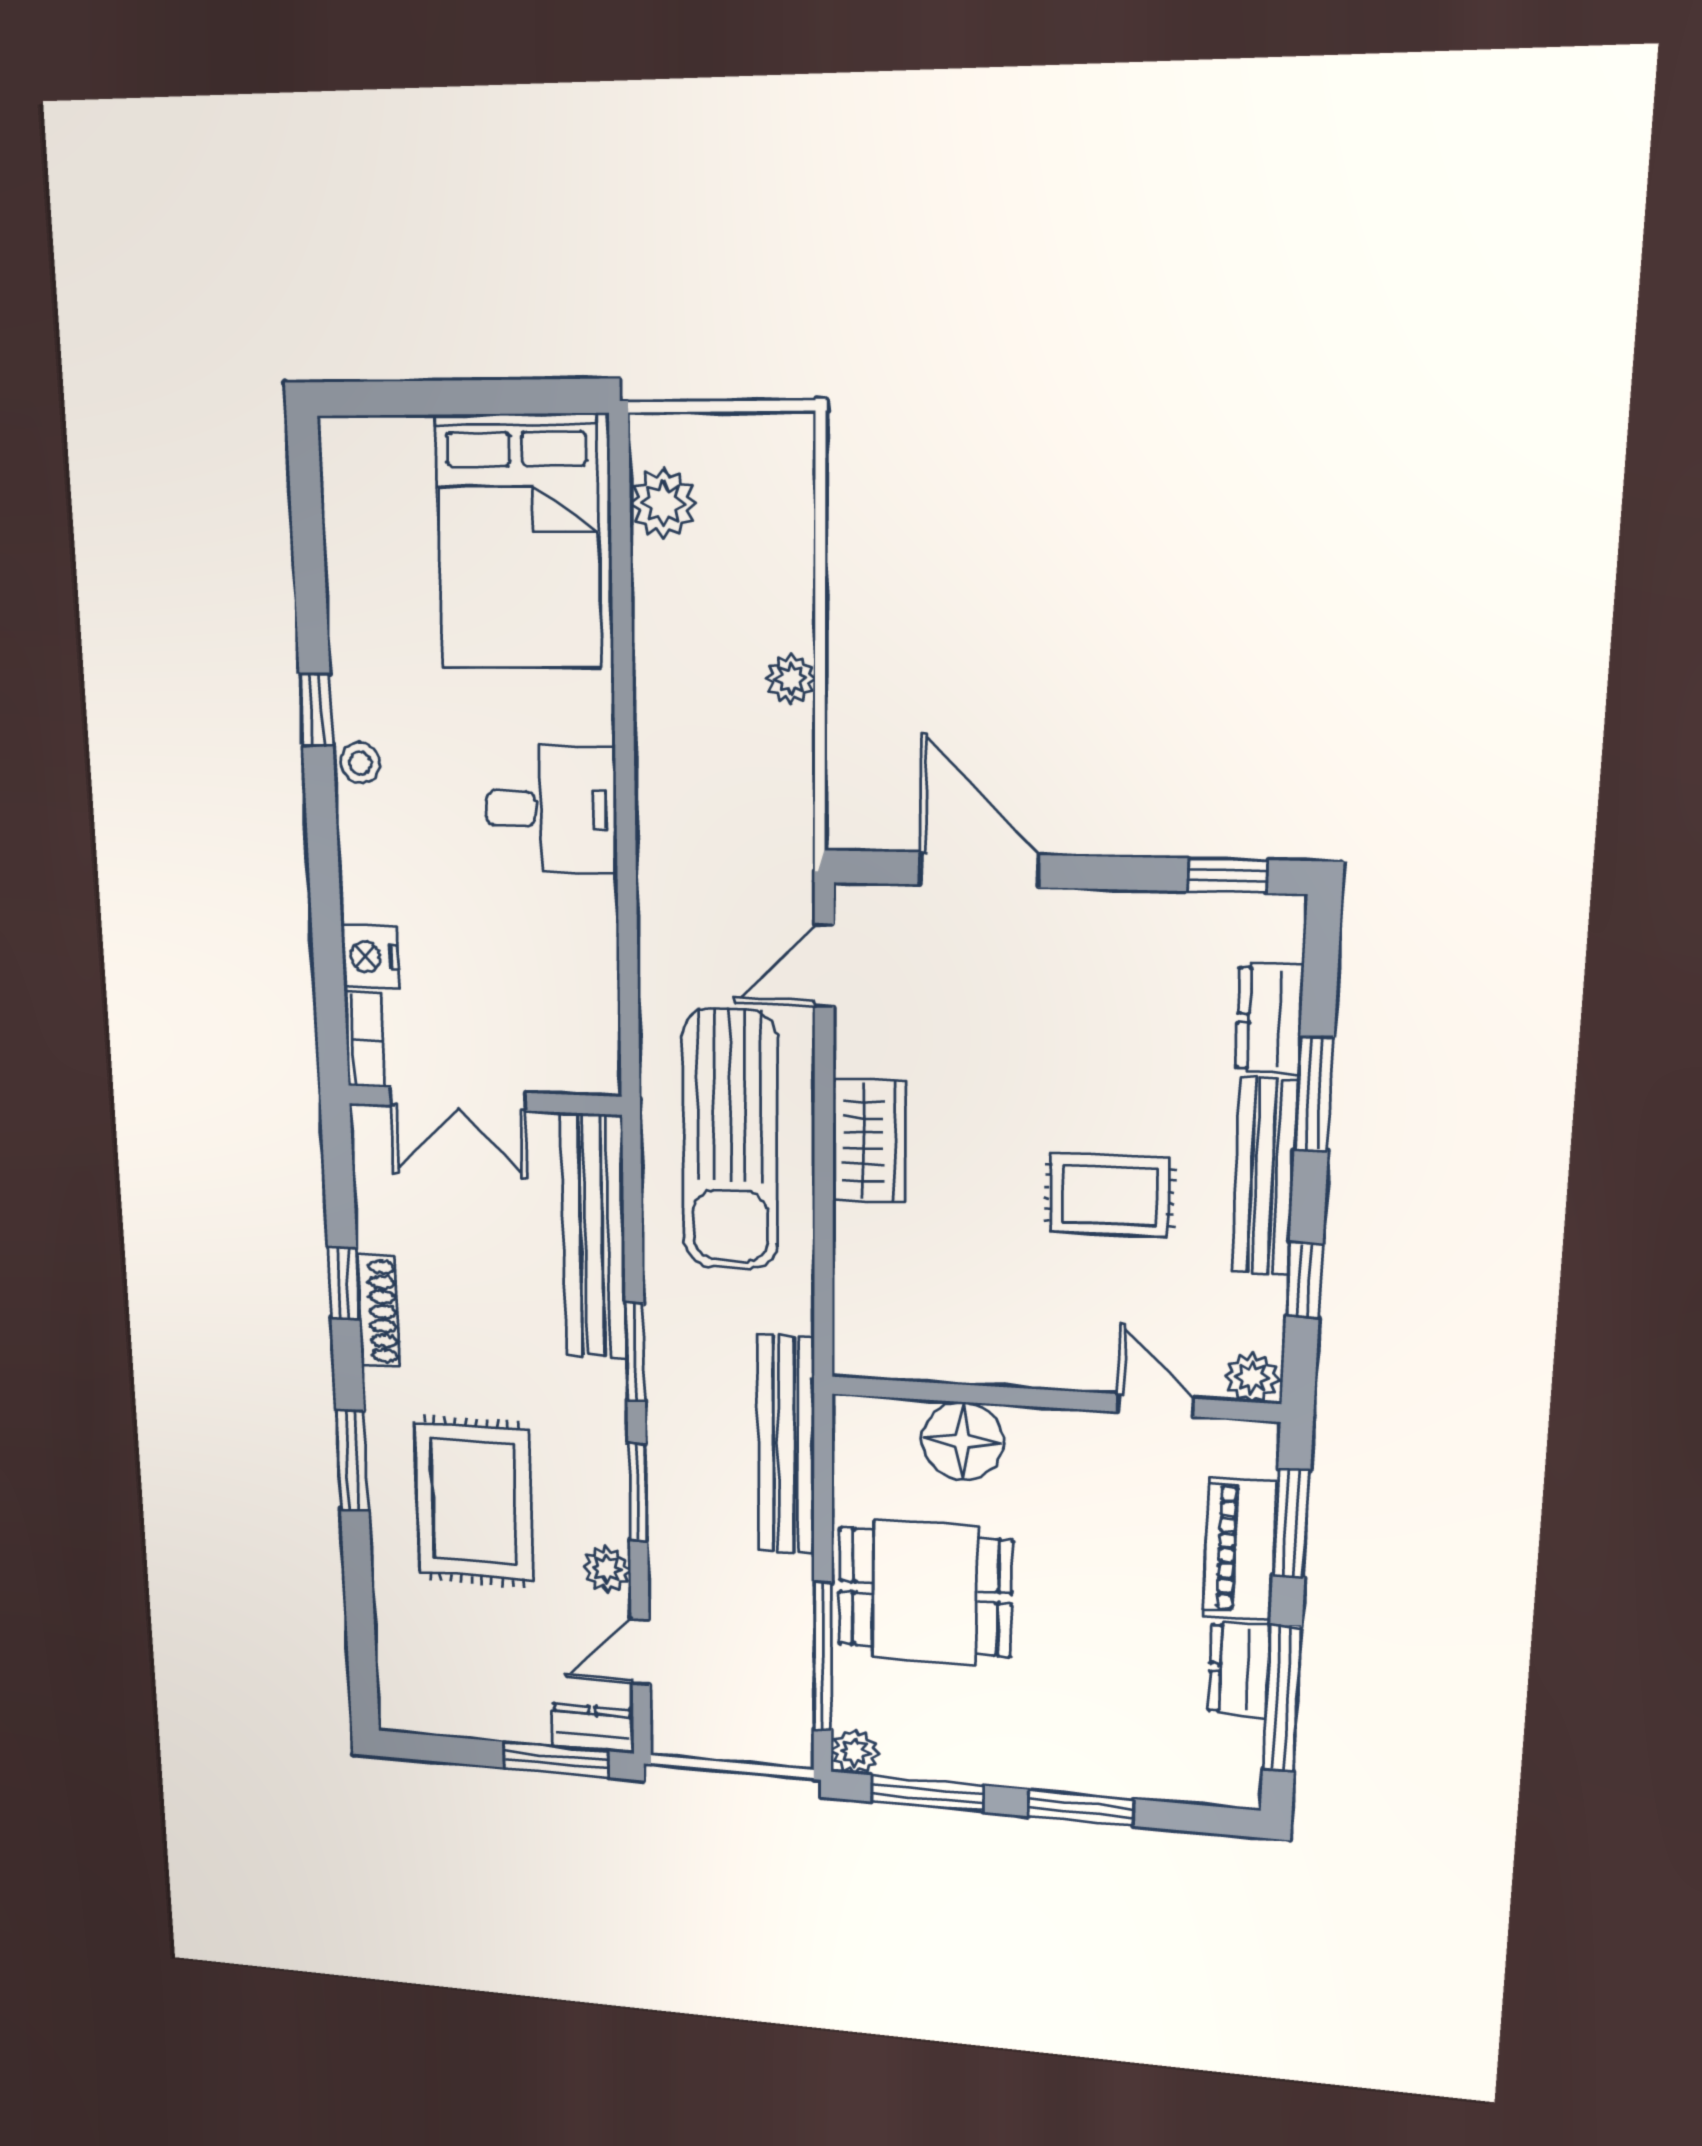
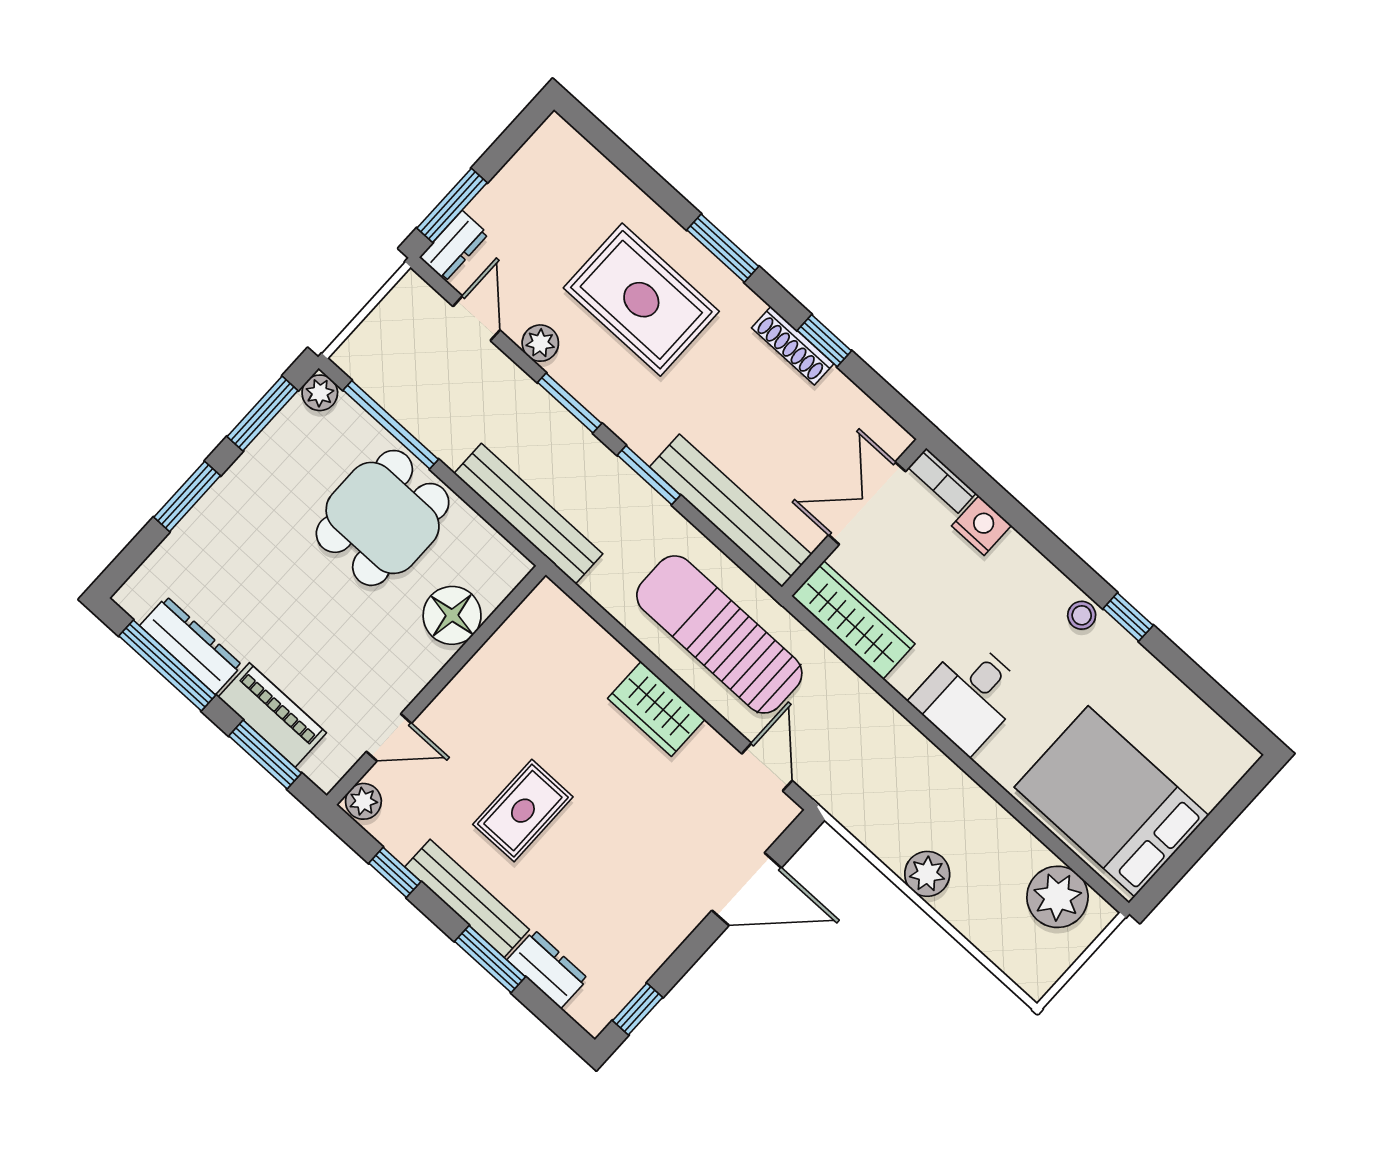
plant: (663, 503) -> (1057, 897), width x1.36, depth x1.36
plant: (791, 679) -> (927, 874), width x1.38, depth x1.38
wardrobe: (587, 1008) -> (853, 620), added
dresser: (1239, 1669) -> (191, 645), width x1.44

